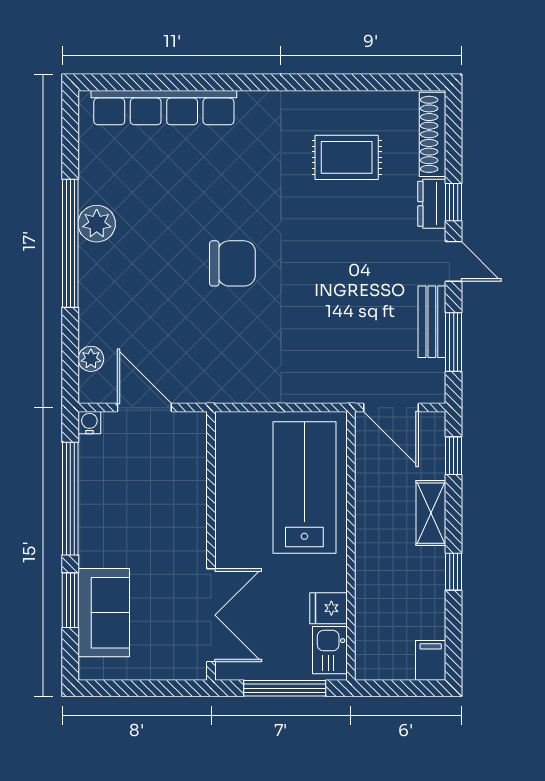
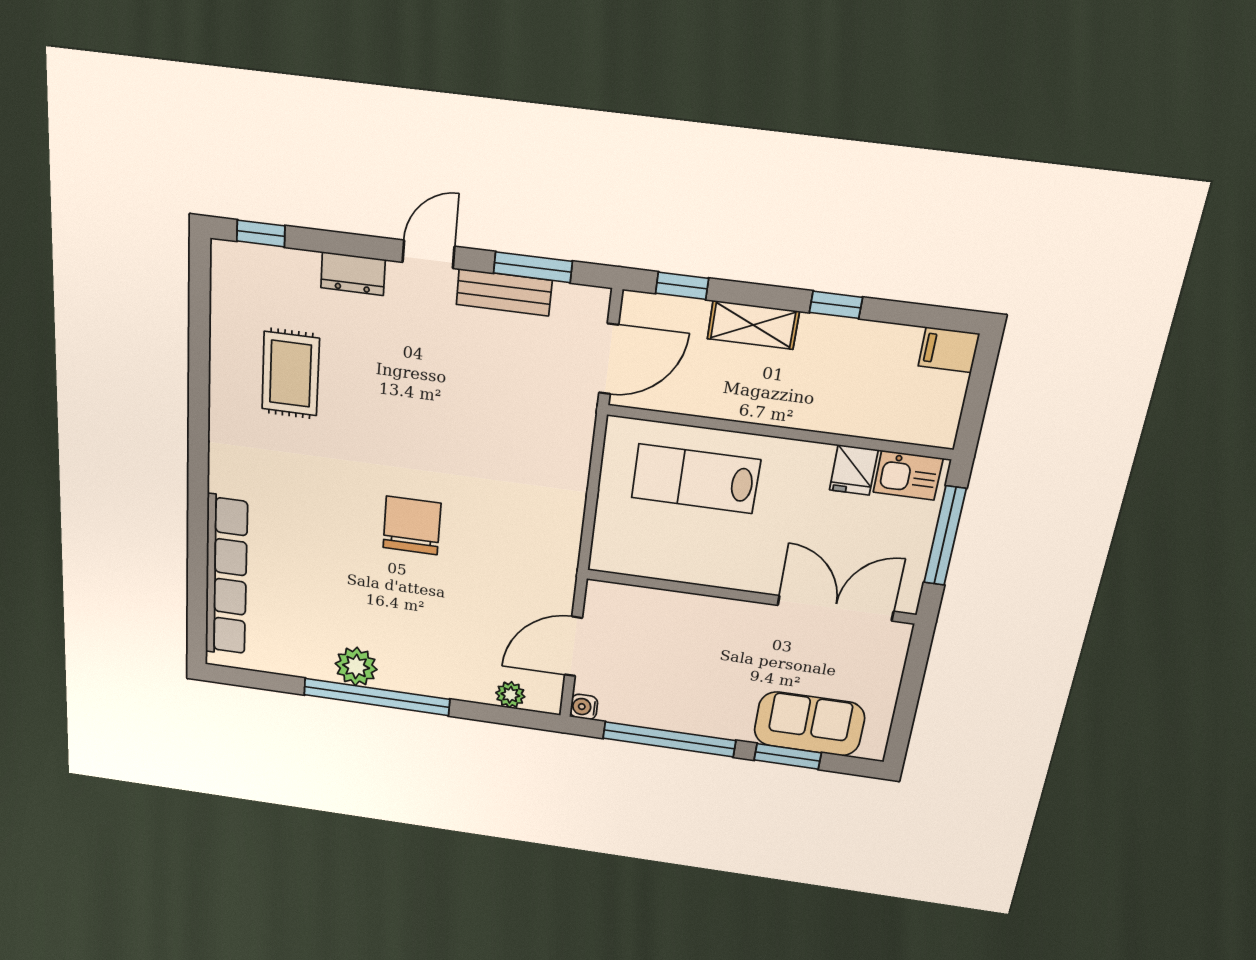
shoe rack: (433, 134) -> (265, 262), removed
window: (454, 202) -> (261, 233), moved
lab bench: (304, 488) -> (696, 479), width x0.73, depth x0.72

